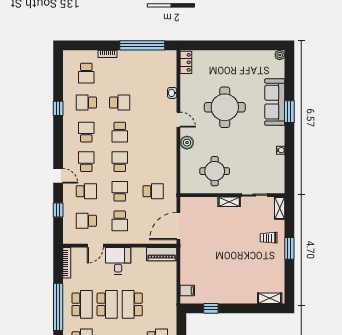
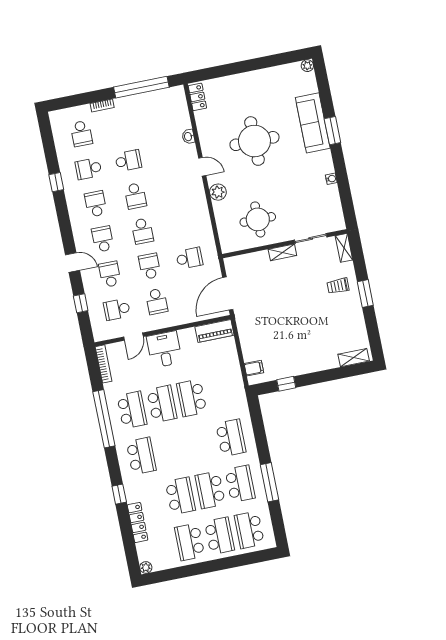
school desk: (120, 162) -> (142, 231), turned 180
school desk: (86, 191) -> (110, 274), turned -90

